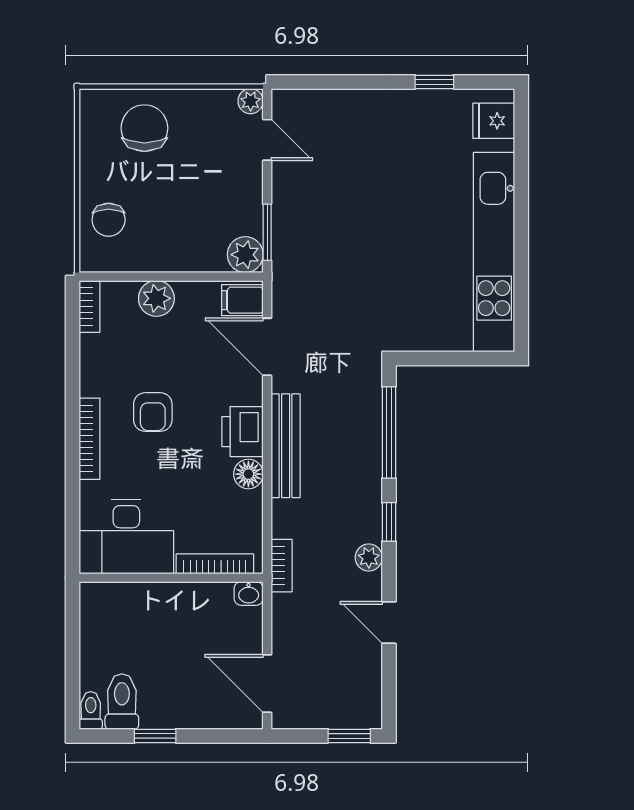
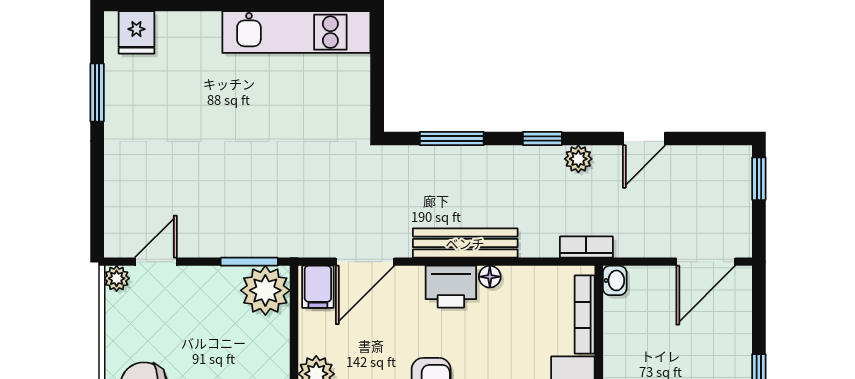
window: (434, 82) -> (97, 93), width x1.50
kitchen unit: (494, 252) -> (296, 32), width x0.73
plant: (245, 255) -> (265, 290), width x1.36, depth x1.36
window: (389, 432) -> (452, 138), width x0.69
floor lamp: (248, 474) -> (490, 277), width x0.73, depth x0.73

